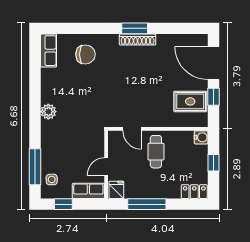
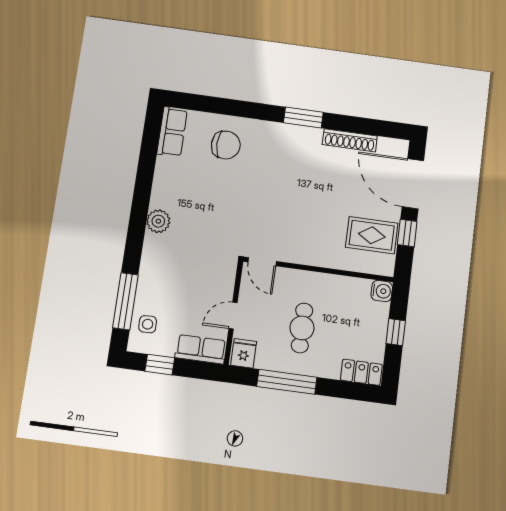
shoe rack: (138, 40) -> (350, 140), moved
door: (132, 129) -> (262, 262), moved
cafe table: (156, 152) -> (302, 328), moved

